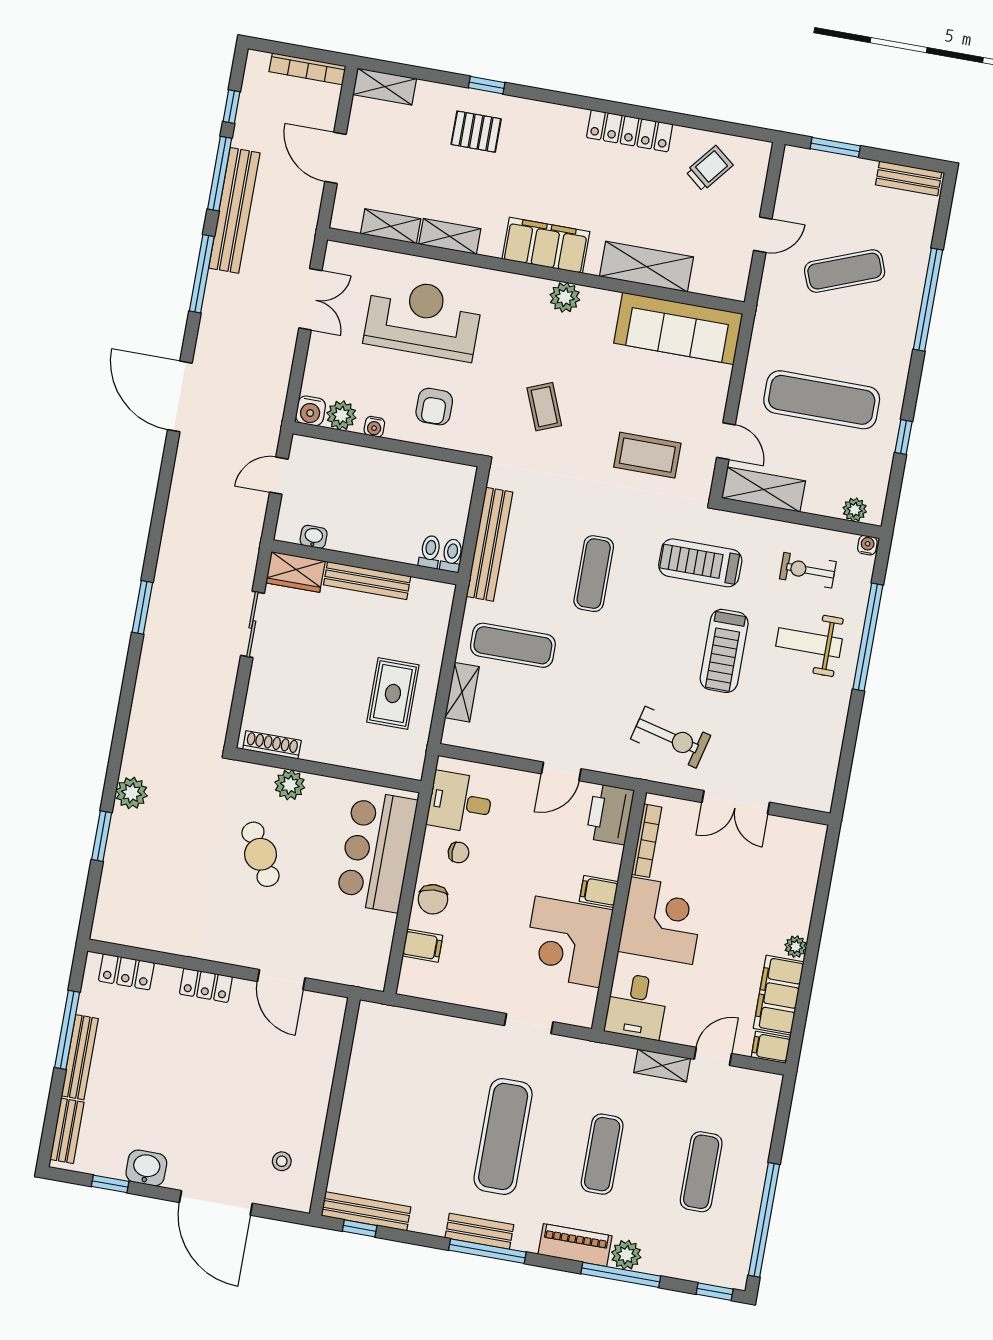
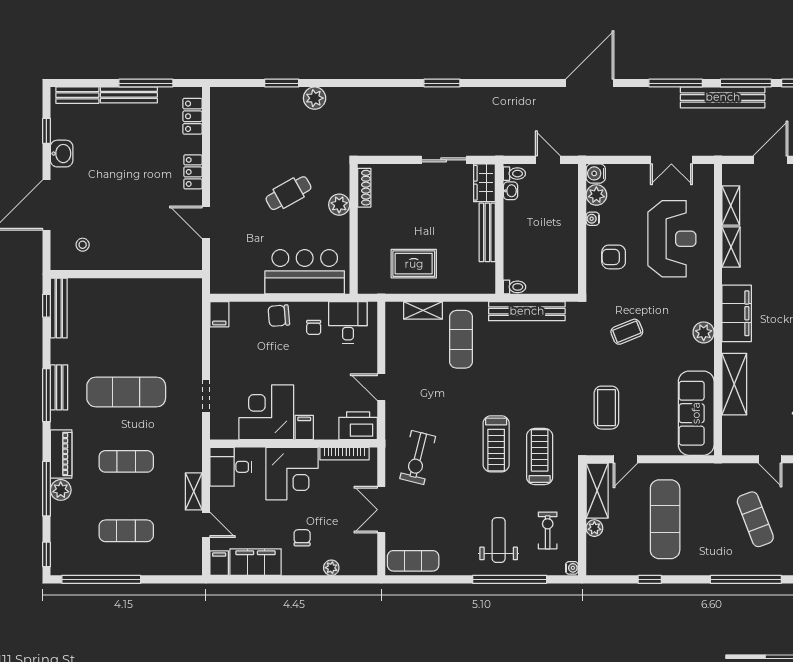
plant: (855, 510) -> (594, 528), moved
toilet: (430, 552) -> (514, 174), moved
exercise mat: (594, 574) -> (413, 561), moved
treadmill: (724, 651) -> (496, 444), moved, turned -90
chair: (756, 923) -> (302, 538), added
filing cabinet: (422, 946) -> (219, 314), moved
plant: (796, 947) -> (331, 568), moved
door: (281, 980) -> (206, 222), hinge flipped

